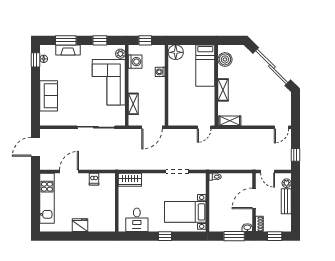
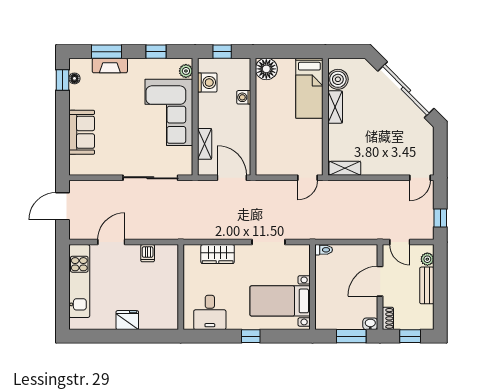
shelving: (223, 90) -> (335, 107), moved
door: (152, 127) -> (232, 178), swing flipped
wardrobe: (130, 180) -> (218, 254), moved

